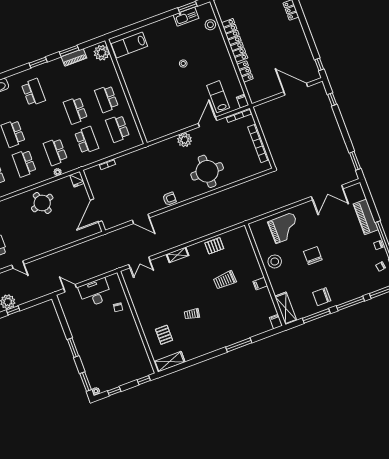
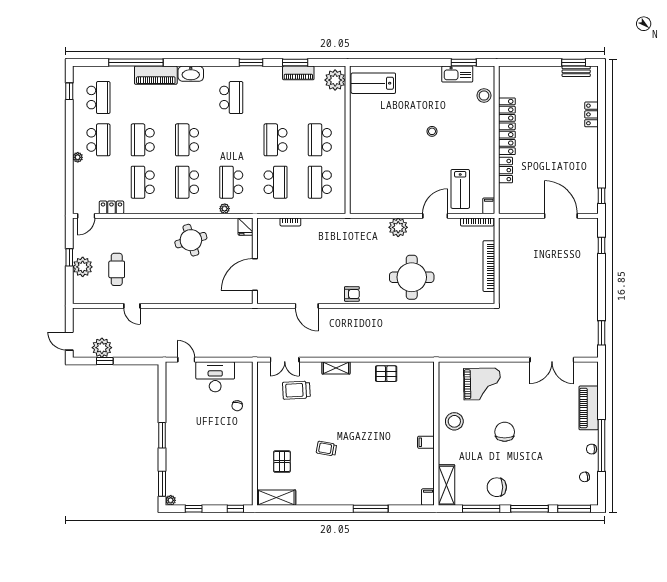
lab bench: (218, 97) -> (460, 189), turned 180
trolley: (225, 280) -> (296, 390), moved

